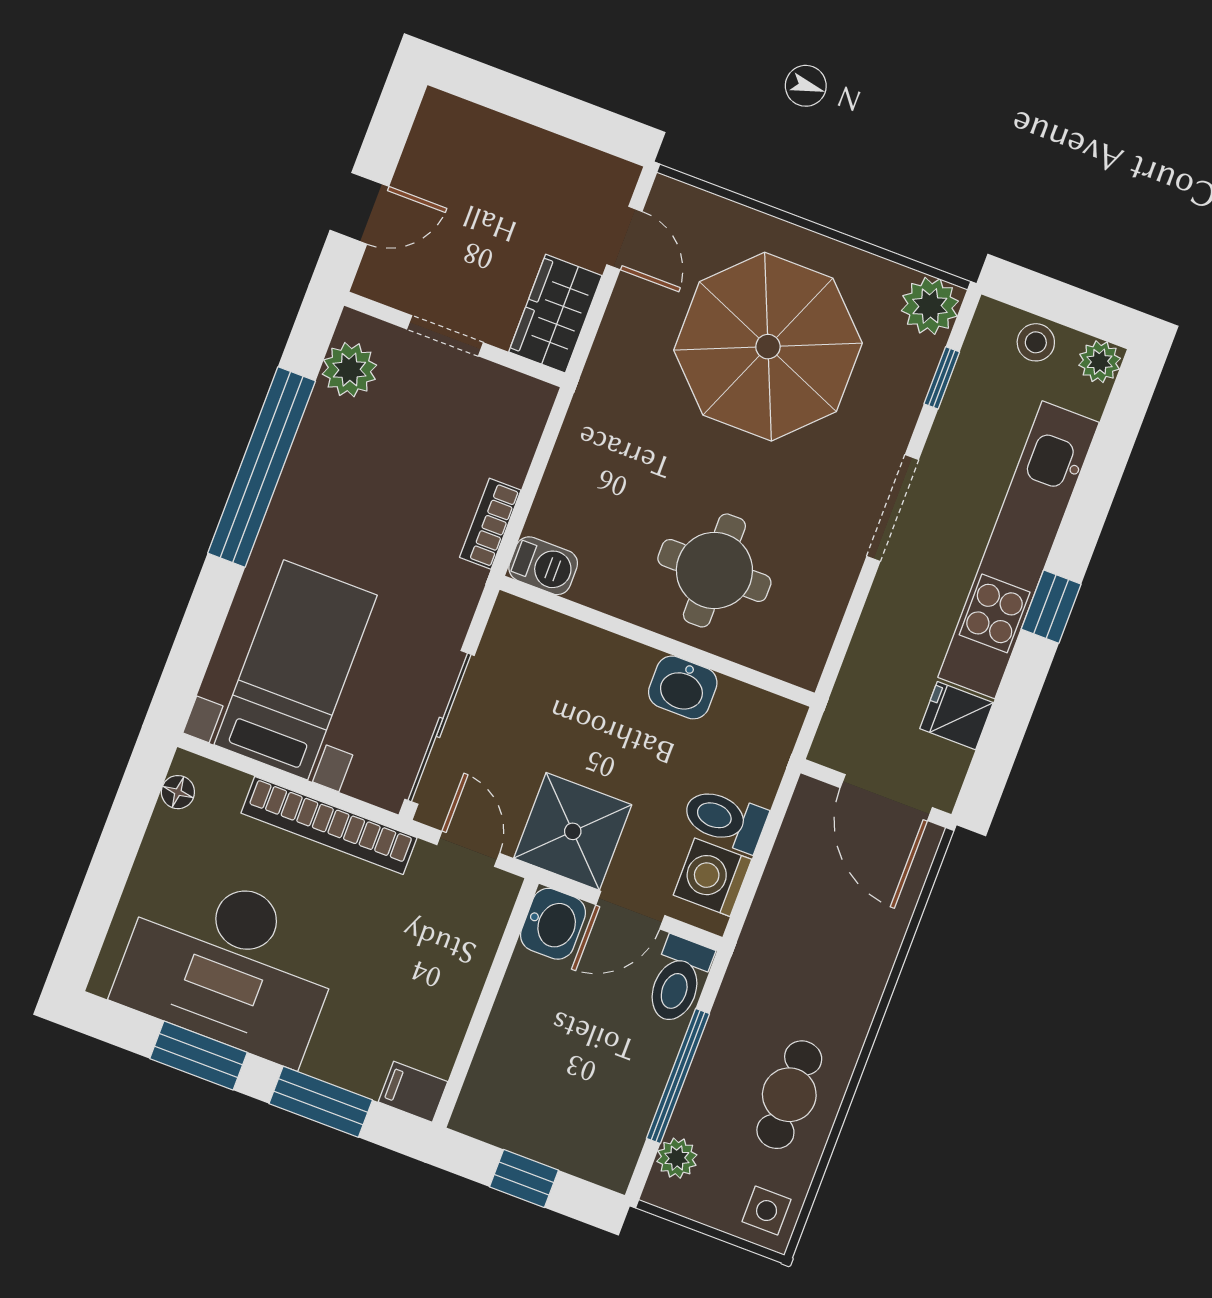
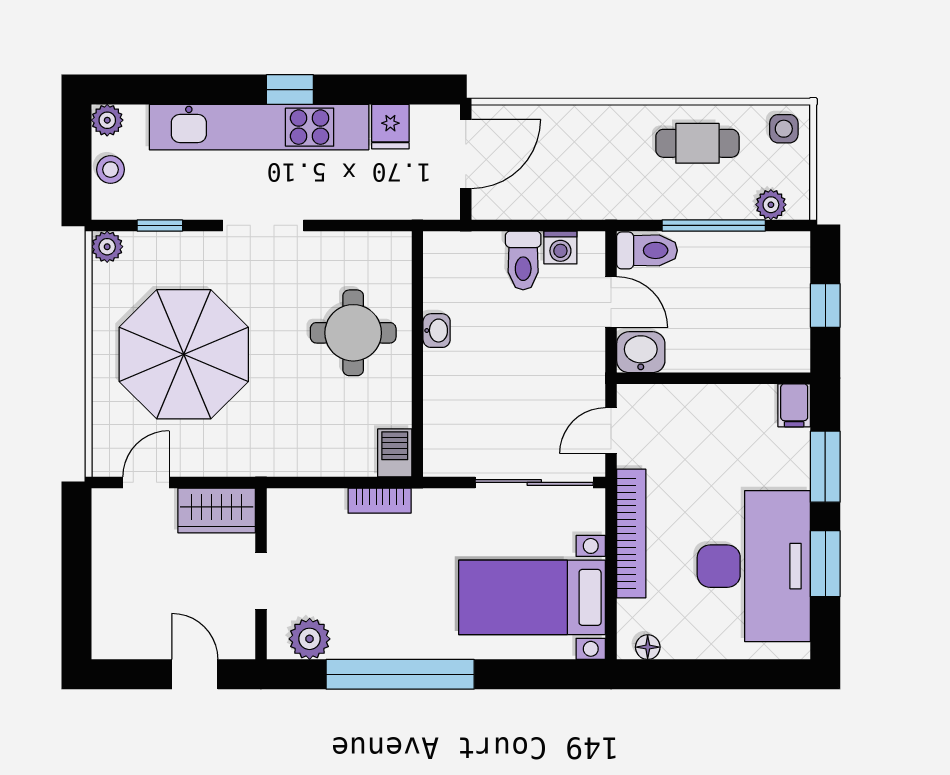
plant: (930, 306) -> (107, 247), width x0.73, depth x0.73
washbasin: (683, 687) -> (437, 331), width x0.72, depth x0.69
shower: (573, 831) -> (571, 363), removed
washing machine: (712, 877) -> (560, 248), width x0.73, depth x0.73

